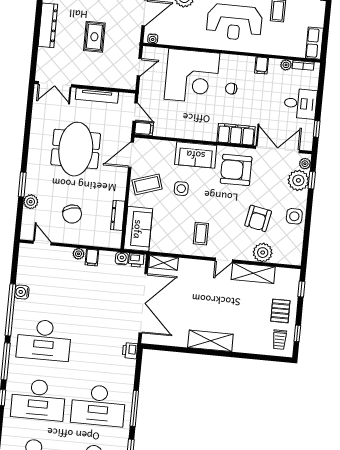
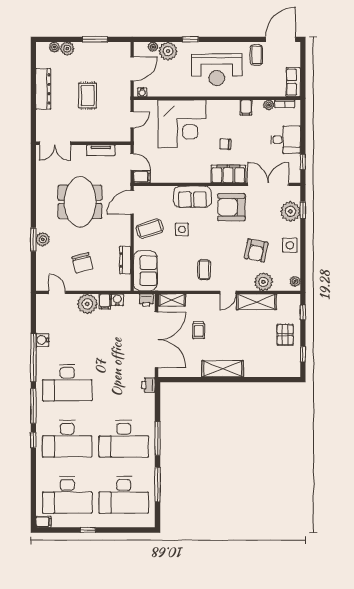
chair: (231, 89) -> (225, 144), moved
tv unit: (97, 96) -> (101, 150), width x0.71
plant: (305, 164) -> (295, 281), moved
plant: (31, 202) -> (43, 239), moved
plant: (79, 254) -> (87, 304), width x1.88, depth x1.88
water cooler: (122, 258) -> (117, 300), moved
trolley: (279, 340) -> (199, 330), moved

